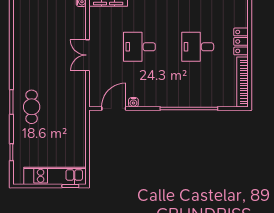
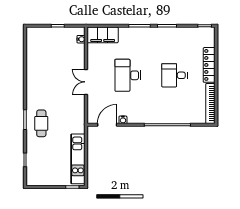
locker: (241, 41) -> (209, 65), width x1.53
desk: (139, 47) -> (128, 75), width x1.37
kitchen unit: (55, 176) -> (78, 159), moved, turned -90

